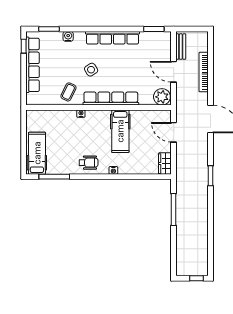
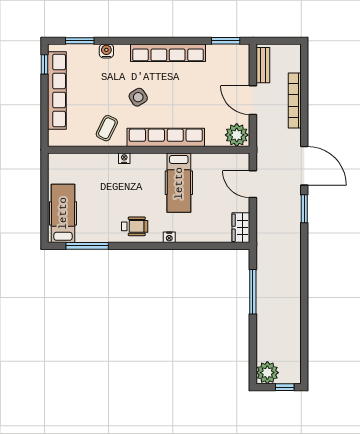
window: (210, 176) -> (304, 209), moved
plant: (184, 268) -> (267, 373), added

